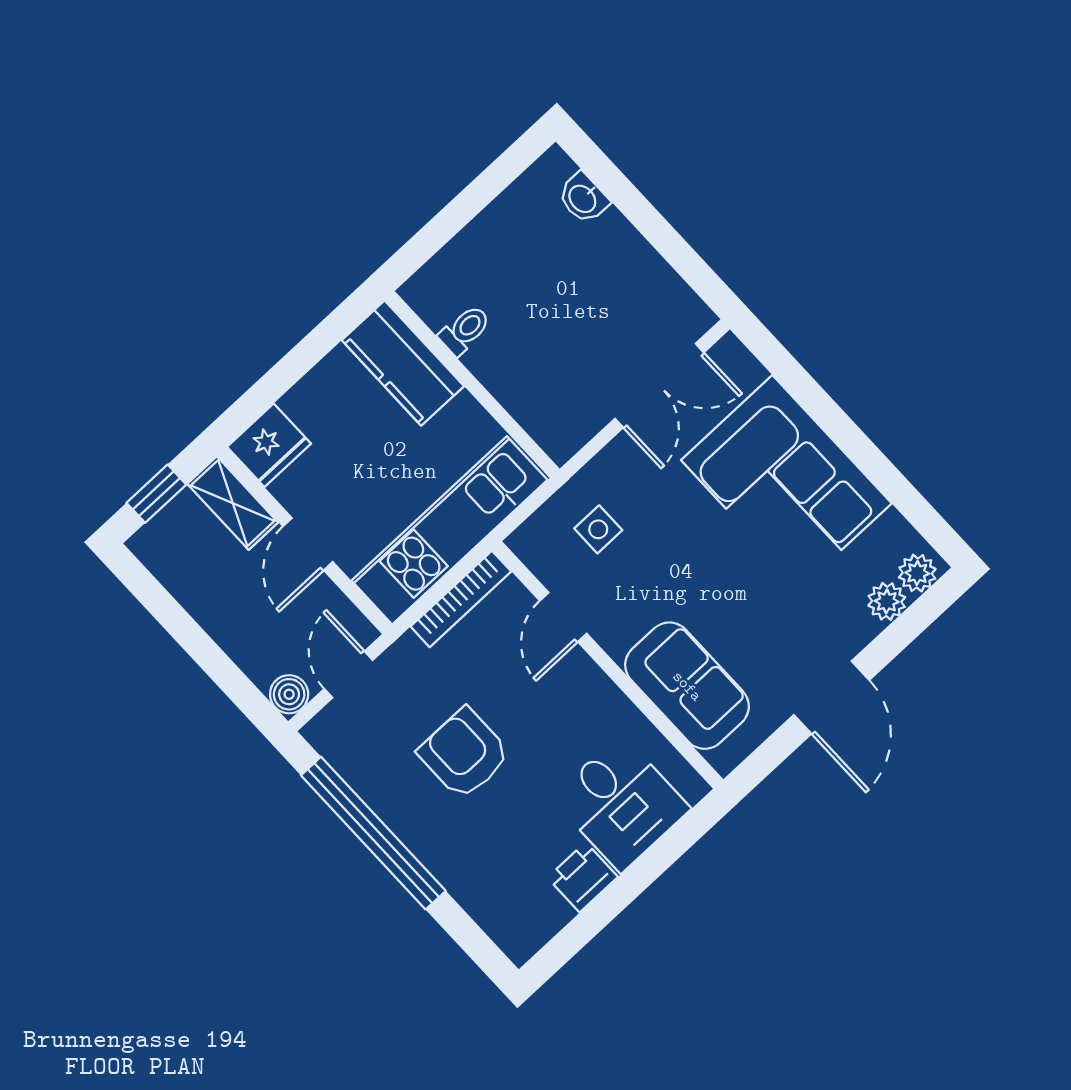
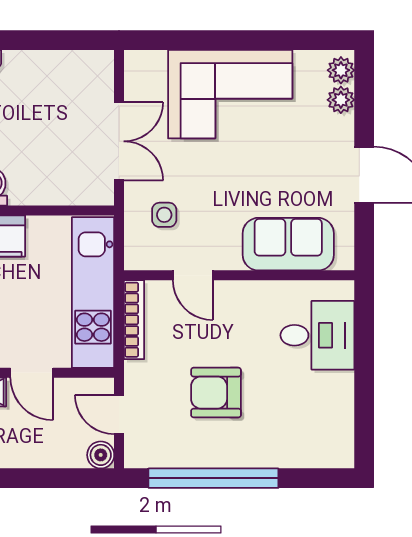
double door: (659, 386) -> (119, 141), moved
printer: (583, 877) -> (337, 391), removed

